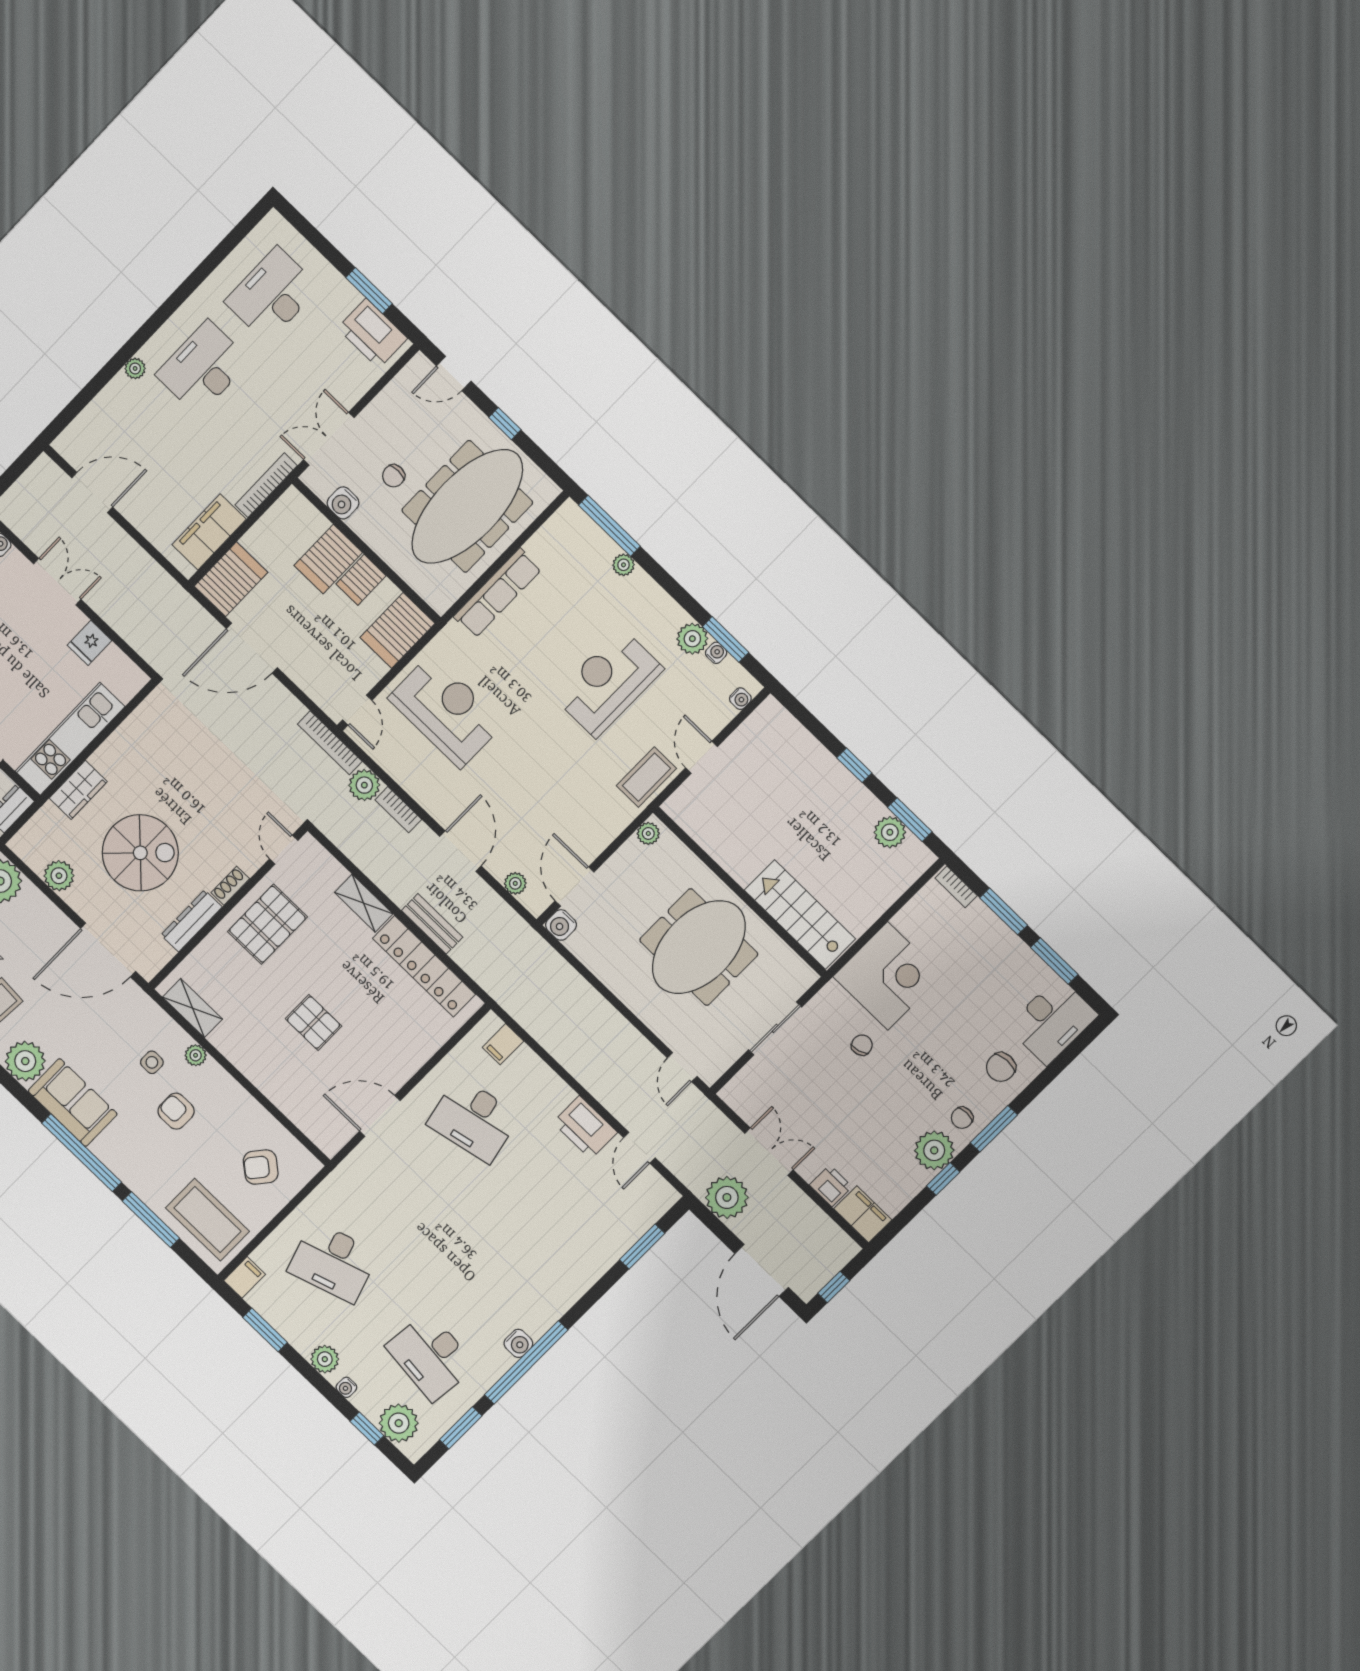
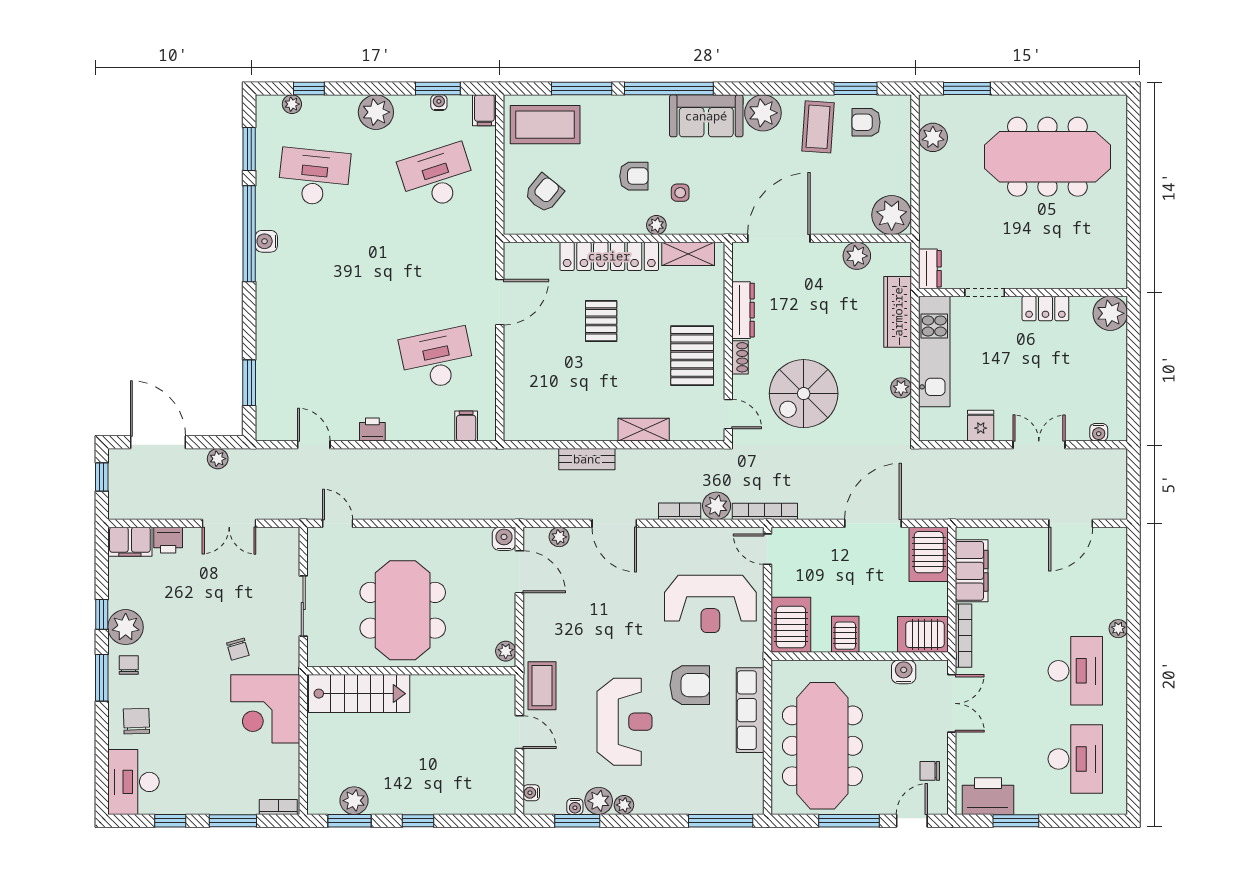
window: (505, 424) -> (849, 821), width x2.17
chair: (394, 476) -> (930, 771), moved, turned -90
server rack: (328, 559) -> (923, 634), moved, turned -90
plant: (624, 565) -> (624, 805), moved
double door: (57, 582) -> (1039, 445), swing flipped
armchair: (527, 661) -> (690, 685), added
plant: (125, 736) -> (901, 388), added
wardrobe: (78, 790) -> (898, 312), width x1.50
spiral stairs: (140, 853) -> (804, 394), moved
window: (1054, 961) -> (170, 821), width x0.67
locker: (424, 966) -> (609, 256), moved, turned 180
pallet: (314, 1022) -> (601, 321), turned 90
printer: (585, 1127) -> (372, 429), width x0.53, depth x0.68
plant: (727, 1197) -> (218, 459), width x0.53, depth x0.53
plant: (325, 1359) -> (376, 112), width x1.36, depth x1.36
water cooler: (346, 1387) -> (439, 103), moved
plant: (399, 1423) -> (292, 104), width x0.53, depth x0.53

